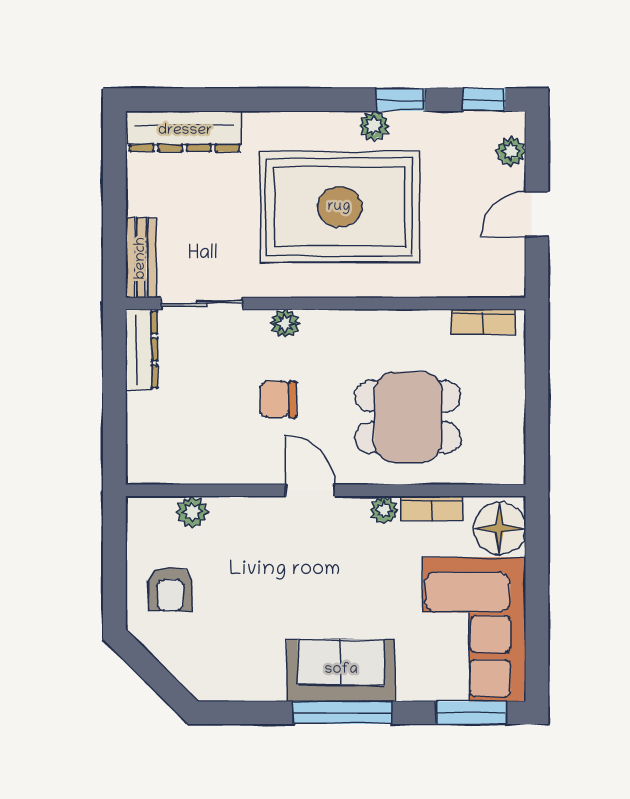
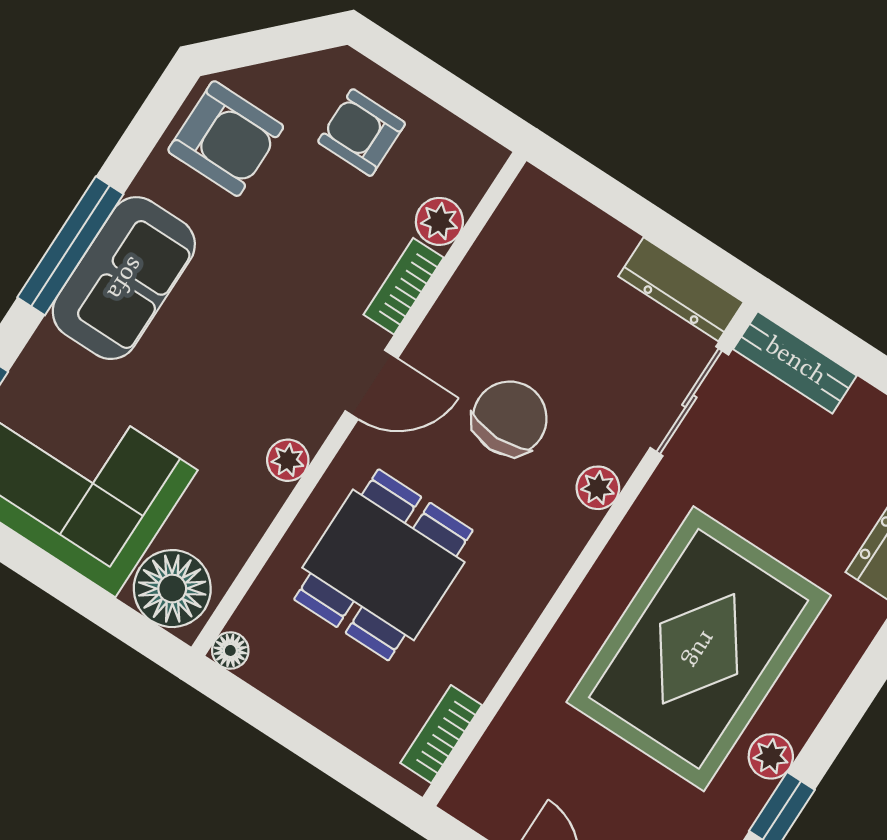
chair: (278, 399) -> (510, 418), width x1.37, depth x1.37
floor lamp: (513, 472) -> (230, 650), added
bookcase: (432, 508) -> (404, 286), moved
armchair: (224, 664) -> (226, 139), added

